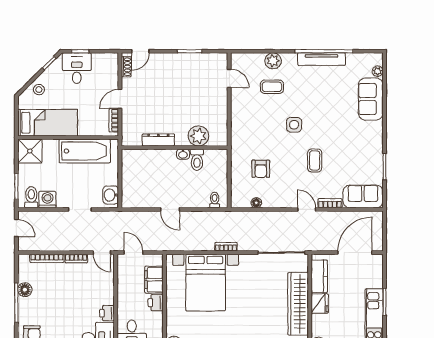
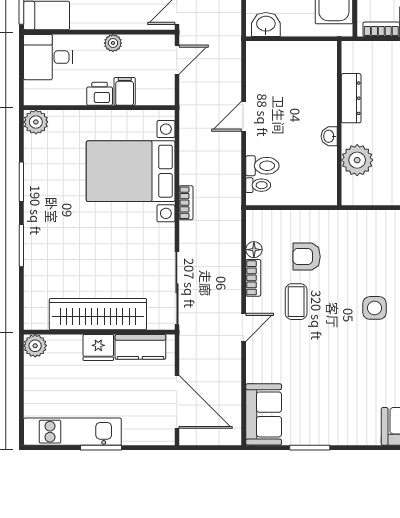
toilet: (197, 160) -> (262, 166), moved, turned 180
coffee table: (315, 160) -> (296, 302), moved, turned 90
bookcase: (330, 203) -> (253, 278), moved
filing cabinet: (154, 280) -> (125, 91), width x0.50
plant: (123, 294) -> (113, 43), added
printer: (107, 313) -> (83, 19), removed

